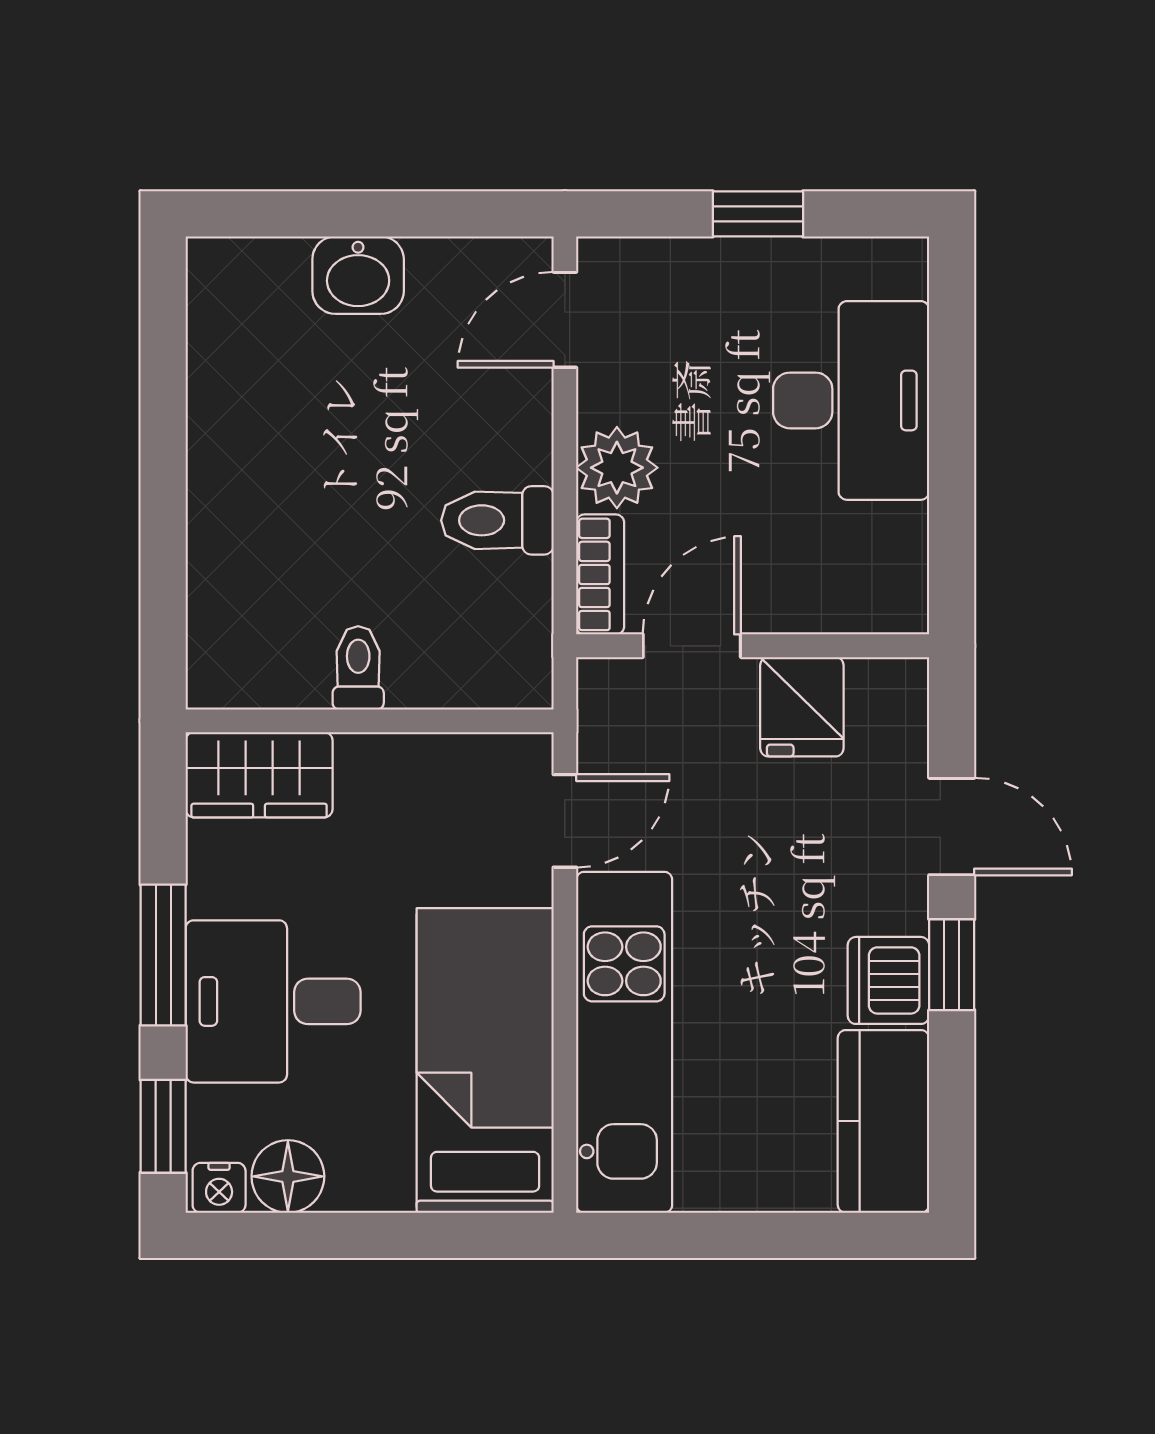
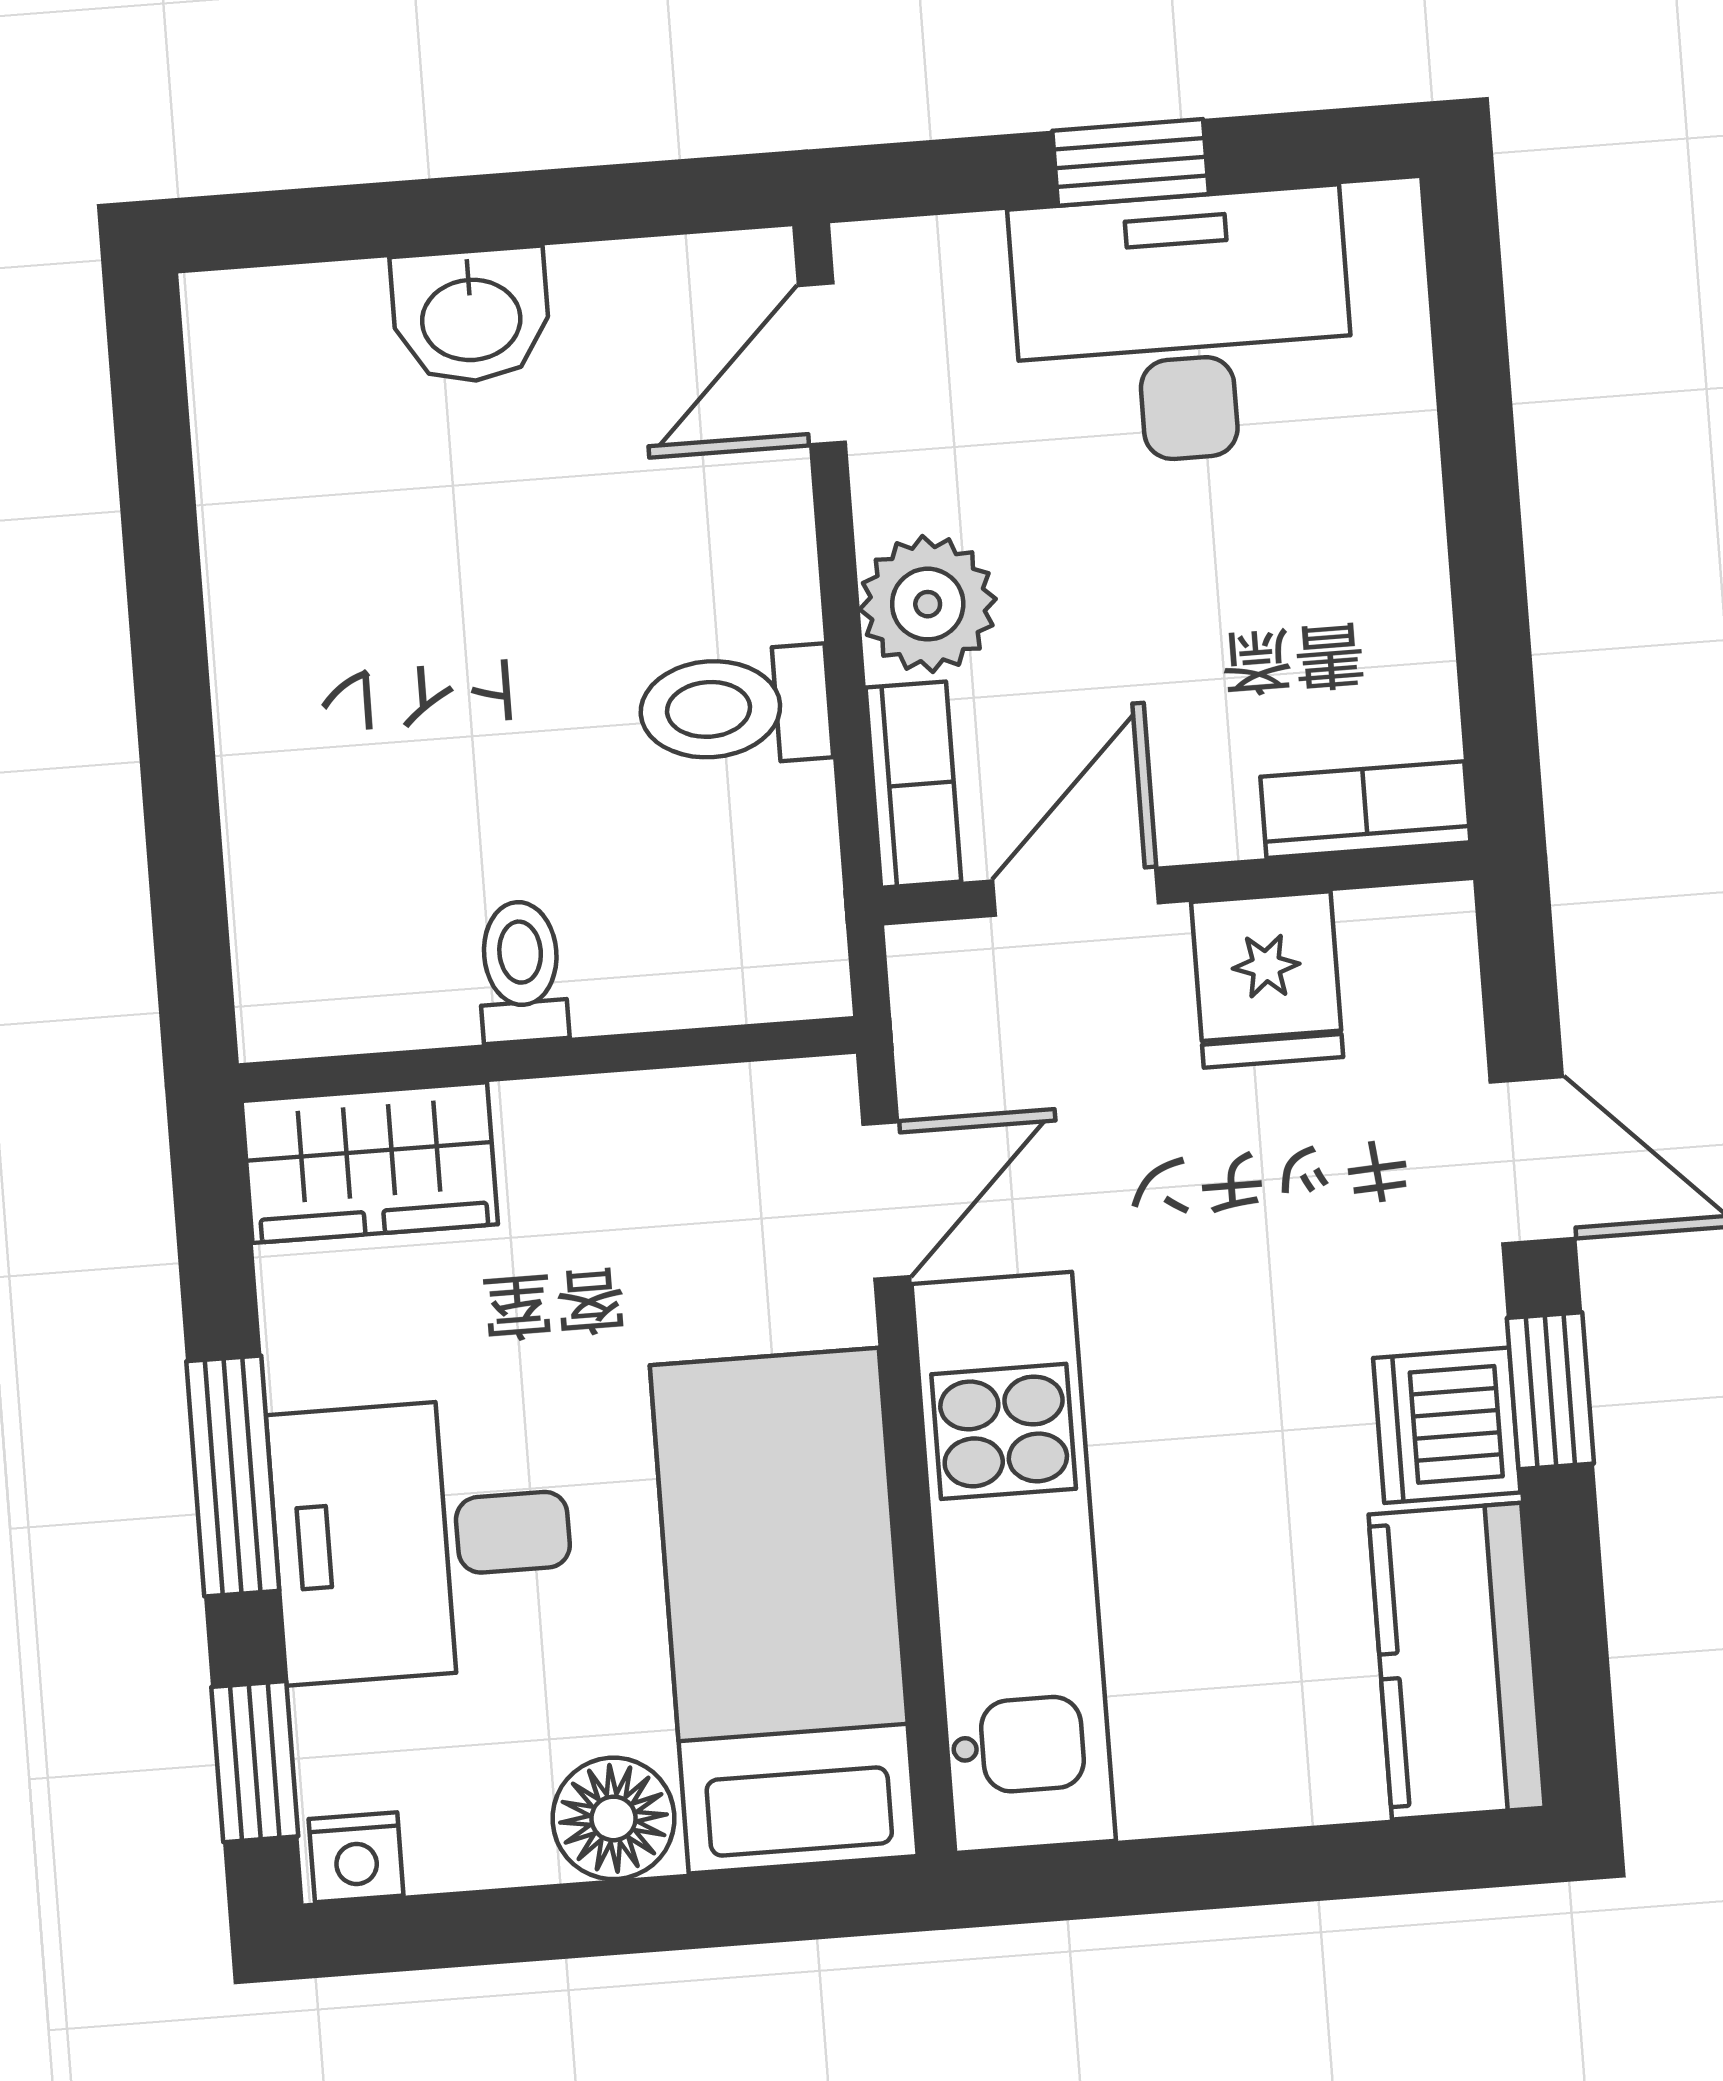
desk: (851, 400) -> (1183, 327), moved, turned -90
bookcase: (868, 610) -> (1365, 810), added
floor lamp: (288, 1176) -> (613, 1818), moved

